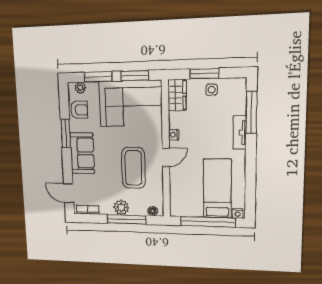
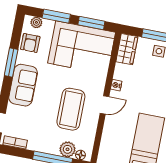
armchair: (79, 110) -> (30, 43), turned 90
plant: (121, 207) -> (68, 149), moved

